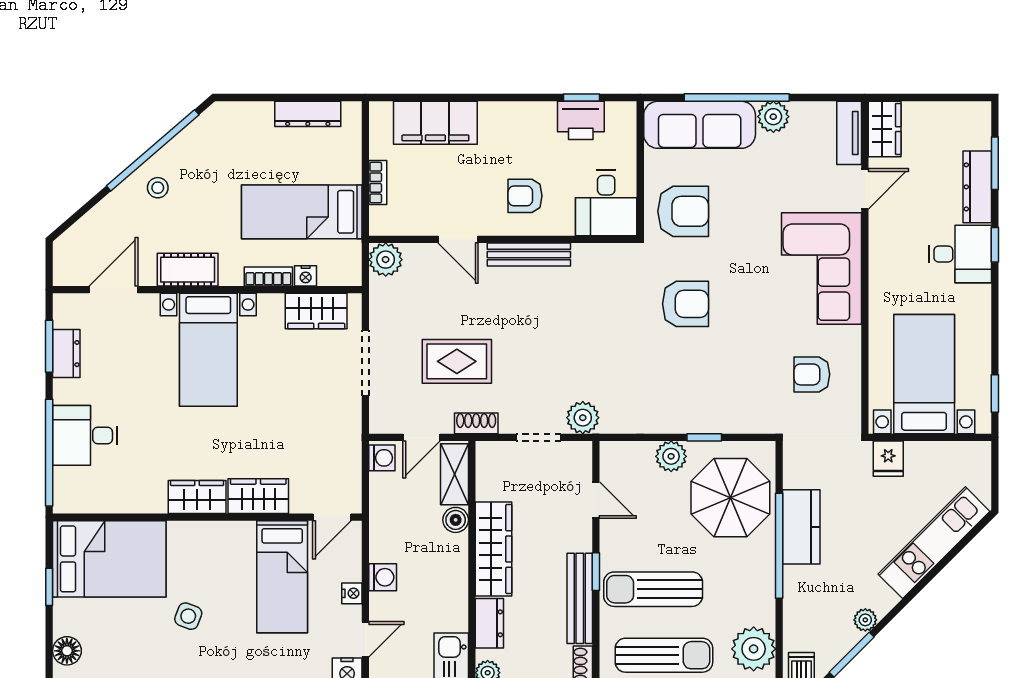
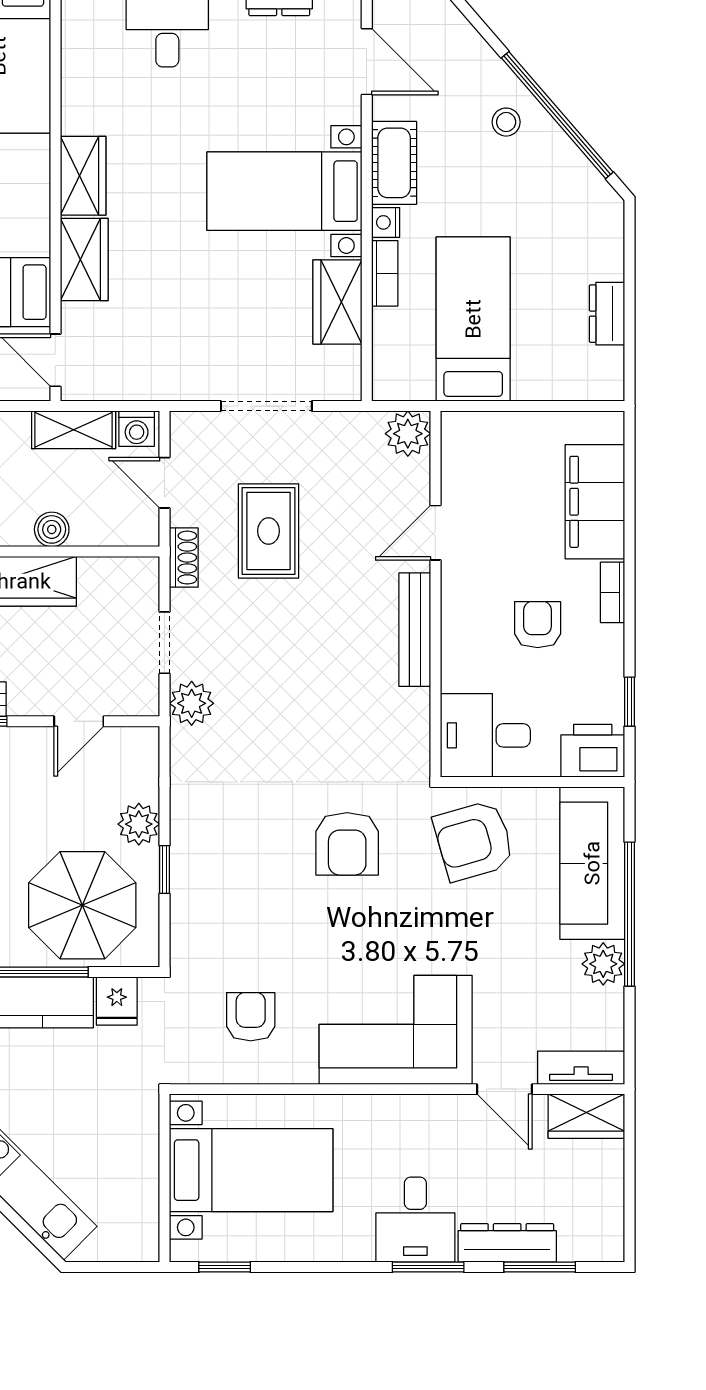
dresser: (308, 114) -> (607, 314), width x0.70
printer: (581, 120) -> (593, 751), moved, turned 90
bookcase: (378, 183) -> (612, 592), moved, turned 90
armchair: (525, 196) -> (538, 625), moved
armchair: (683, 211) -> (474, 841), turned 74
window: (995, 245) -> (428, 1267), width x1.50
nightstand: (306, 276) -> (386, 222), moved
wardrobe: (316, 311) -> (337, 302), moved
fridge: (888, 459) -> (117, 1001), moved, turned -90
shelving: (454, 474) -> (74, 430), moved

